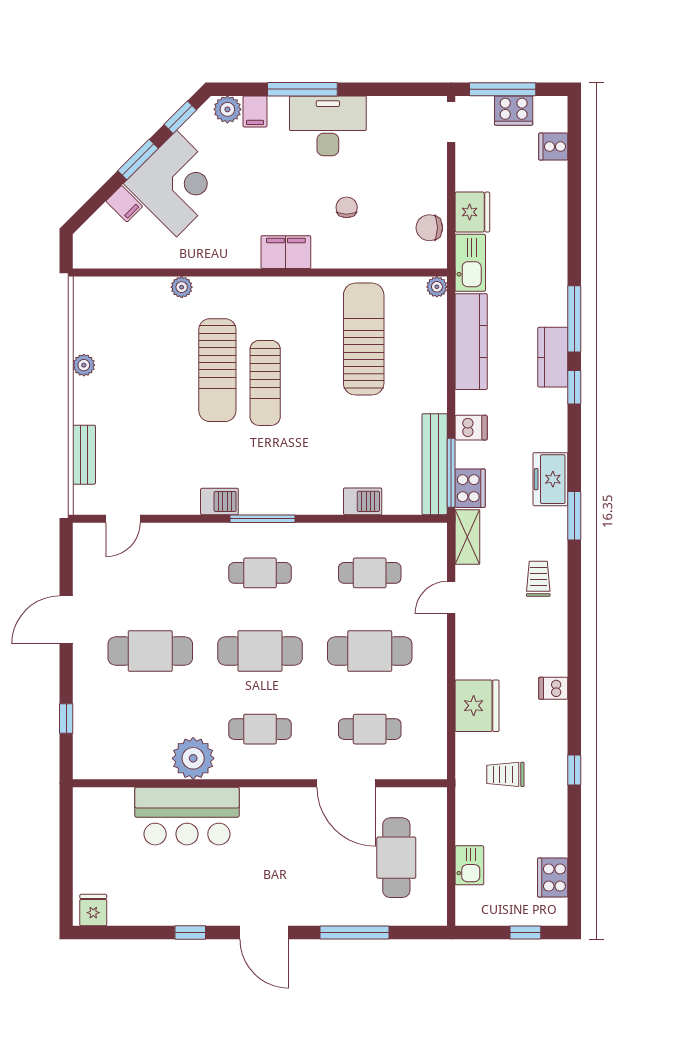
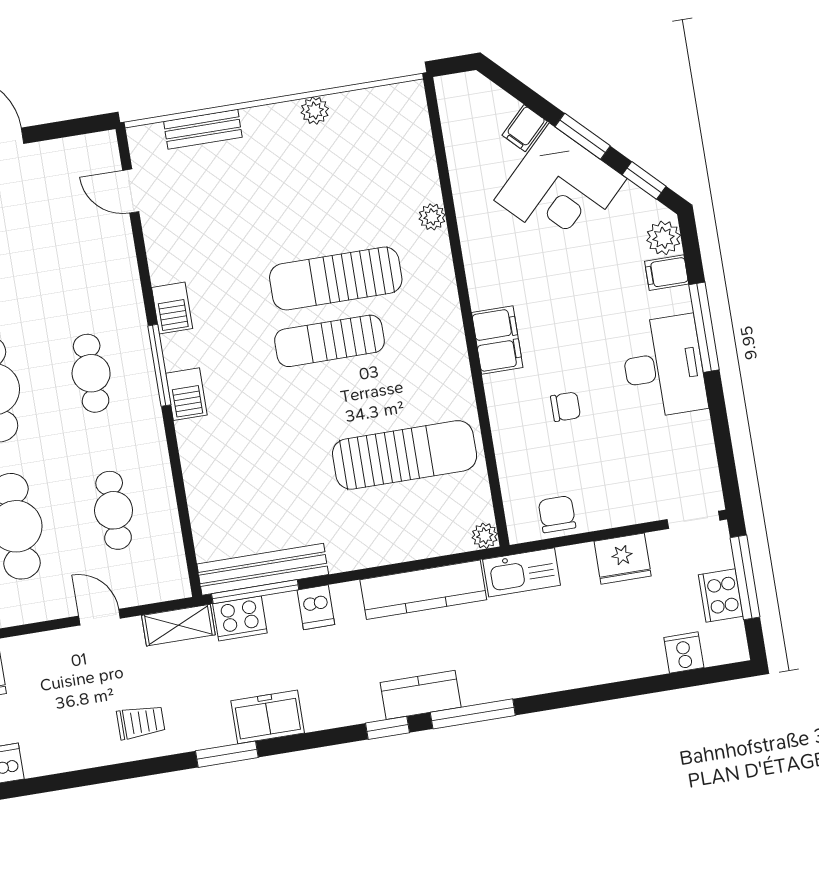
fridge: (472, 212) -> (623, 559), moved
barbecue: (363, 501) -> (186, 394), moved

